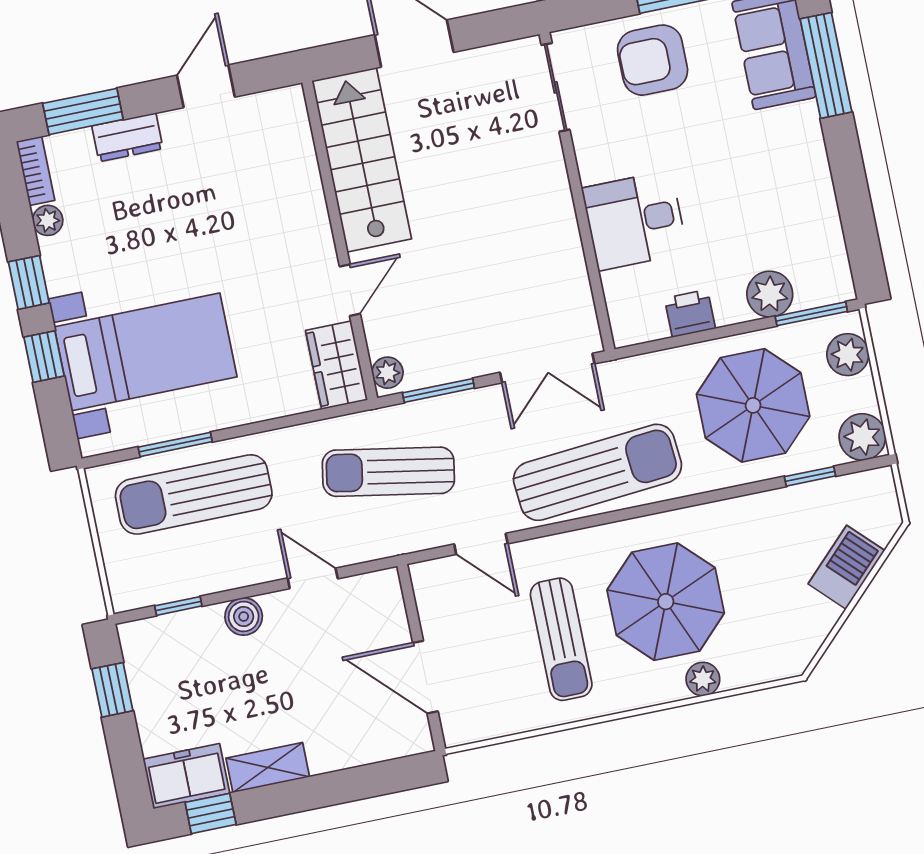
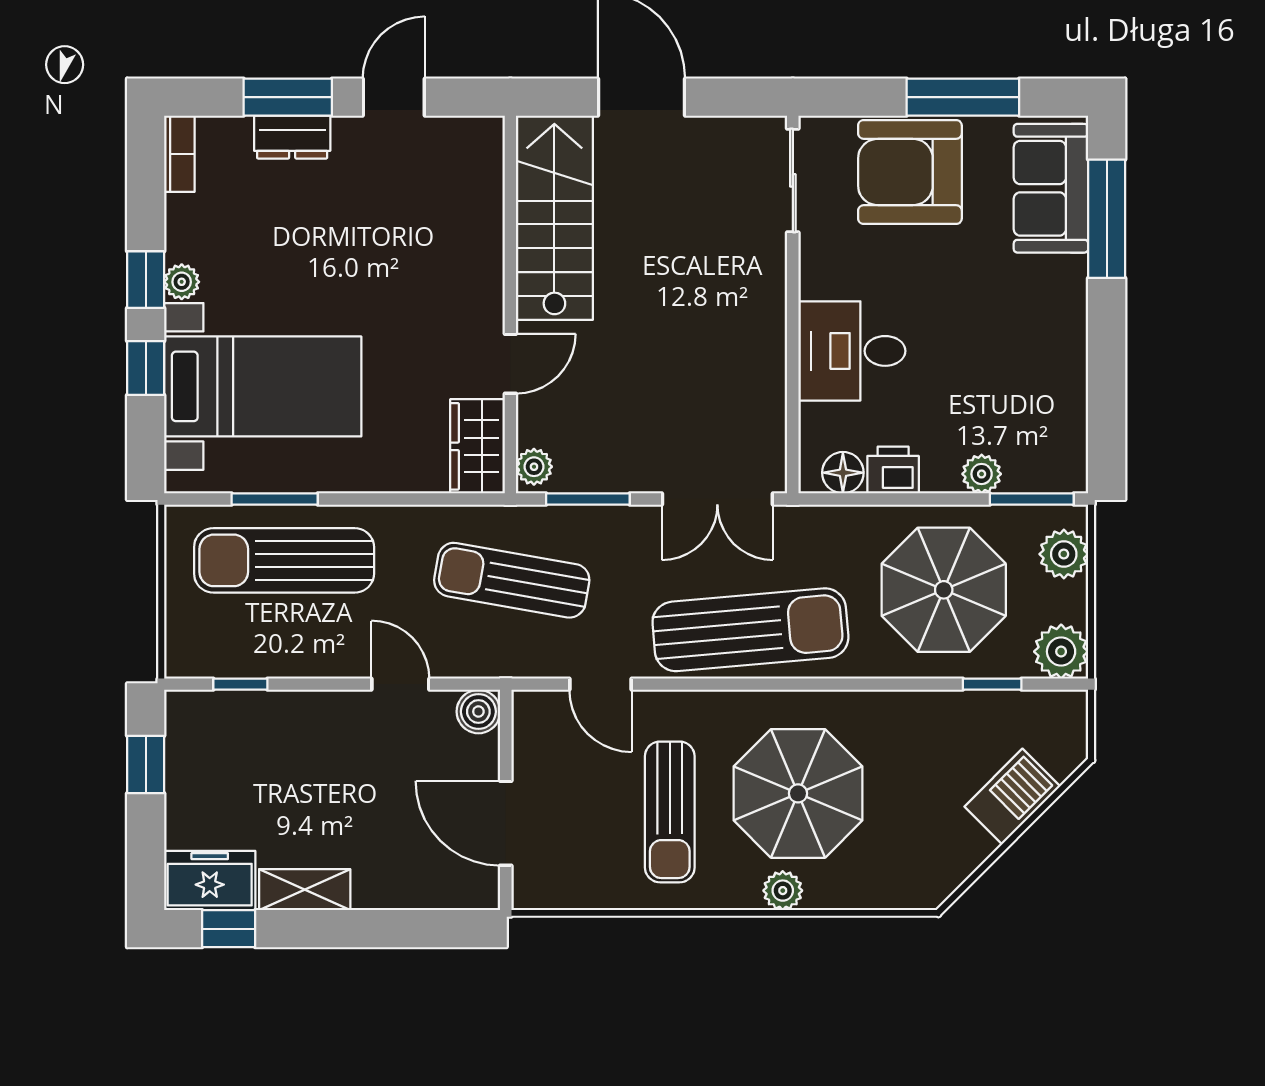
armchair: (653, 60) -> (910, 172), width x1.36, depth x1.36
window: (83, 111) -> (288, 97), moved
plant: (48, 220) -> (182, 282), moved
plant: (770, 294) -> (982, 474), width x0.73, depth x0.73
floor lamp: (648, 324) -> (843, 473), added
boiler: (244, 617) -> (478, 712), moved
plant: (703, 679) -> (783, 891), moved

